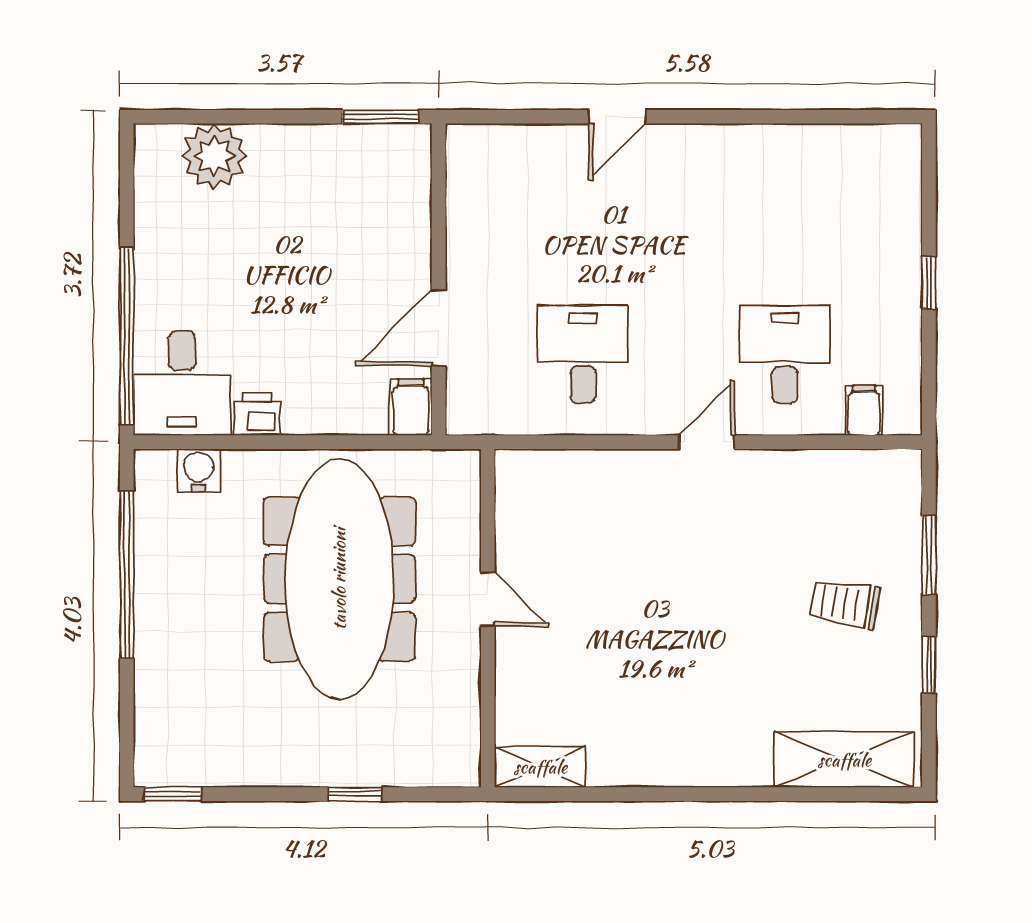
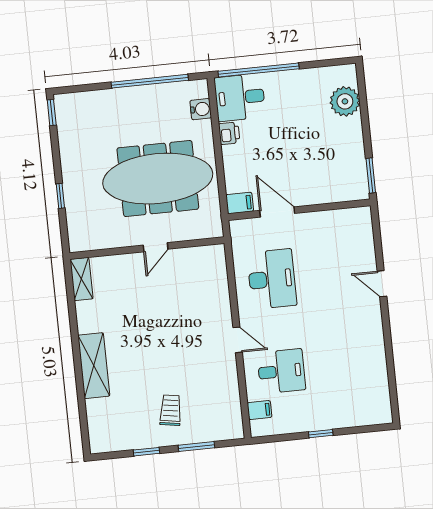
desk: (583, 354) -> (272, 279), width x1.37
shelving: (844, 760) -> (94, 366), moved

